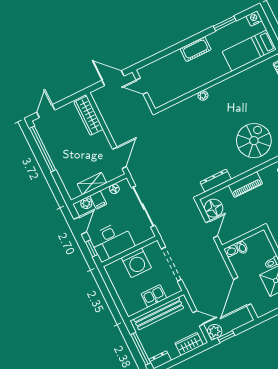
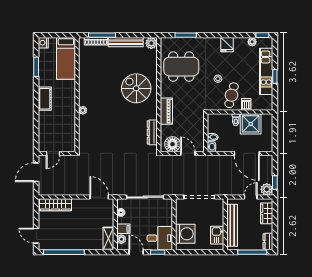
shelving: (92, 183) -> (108, 238), moved
desk: (112, 241) -> (160, 238), width x0.73
washing machine: (136, 263) -> (185, 234), moved
kitchen sink: (154, 296) -> (217, 235), moved

